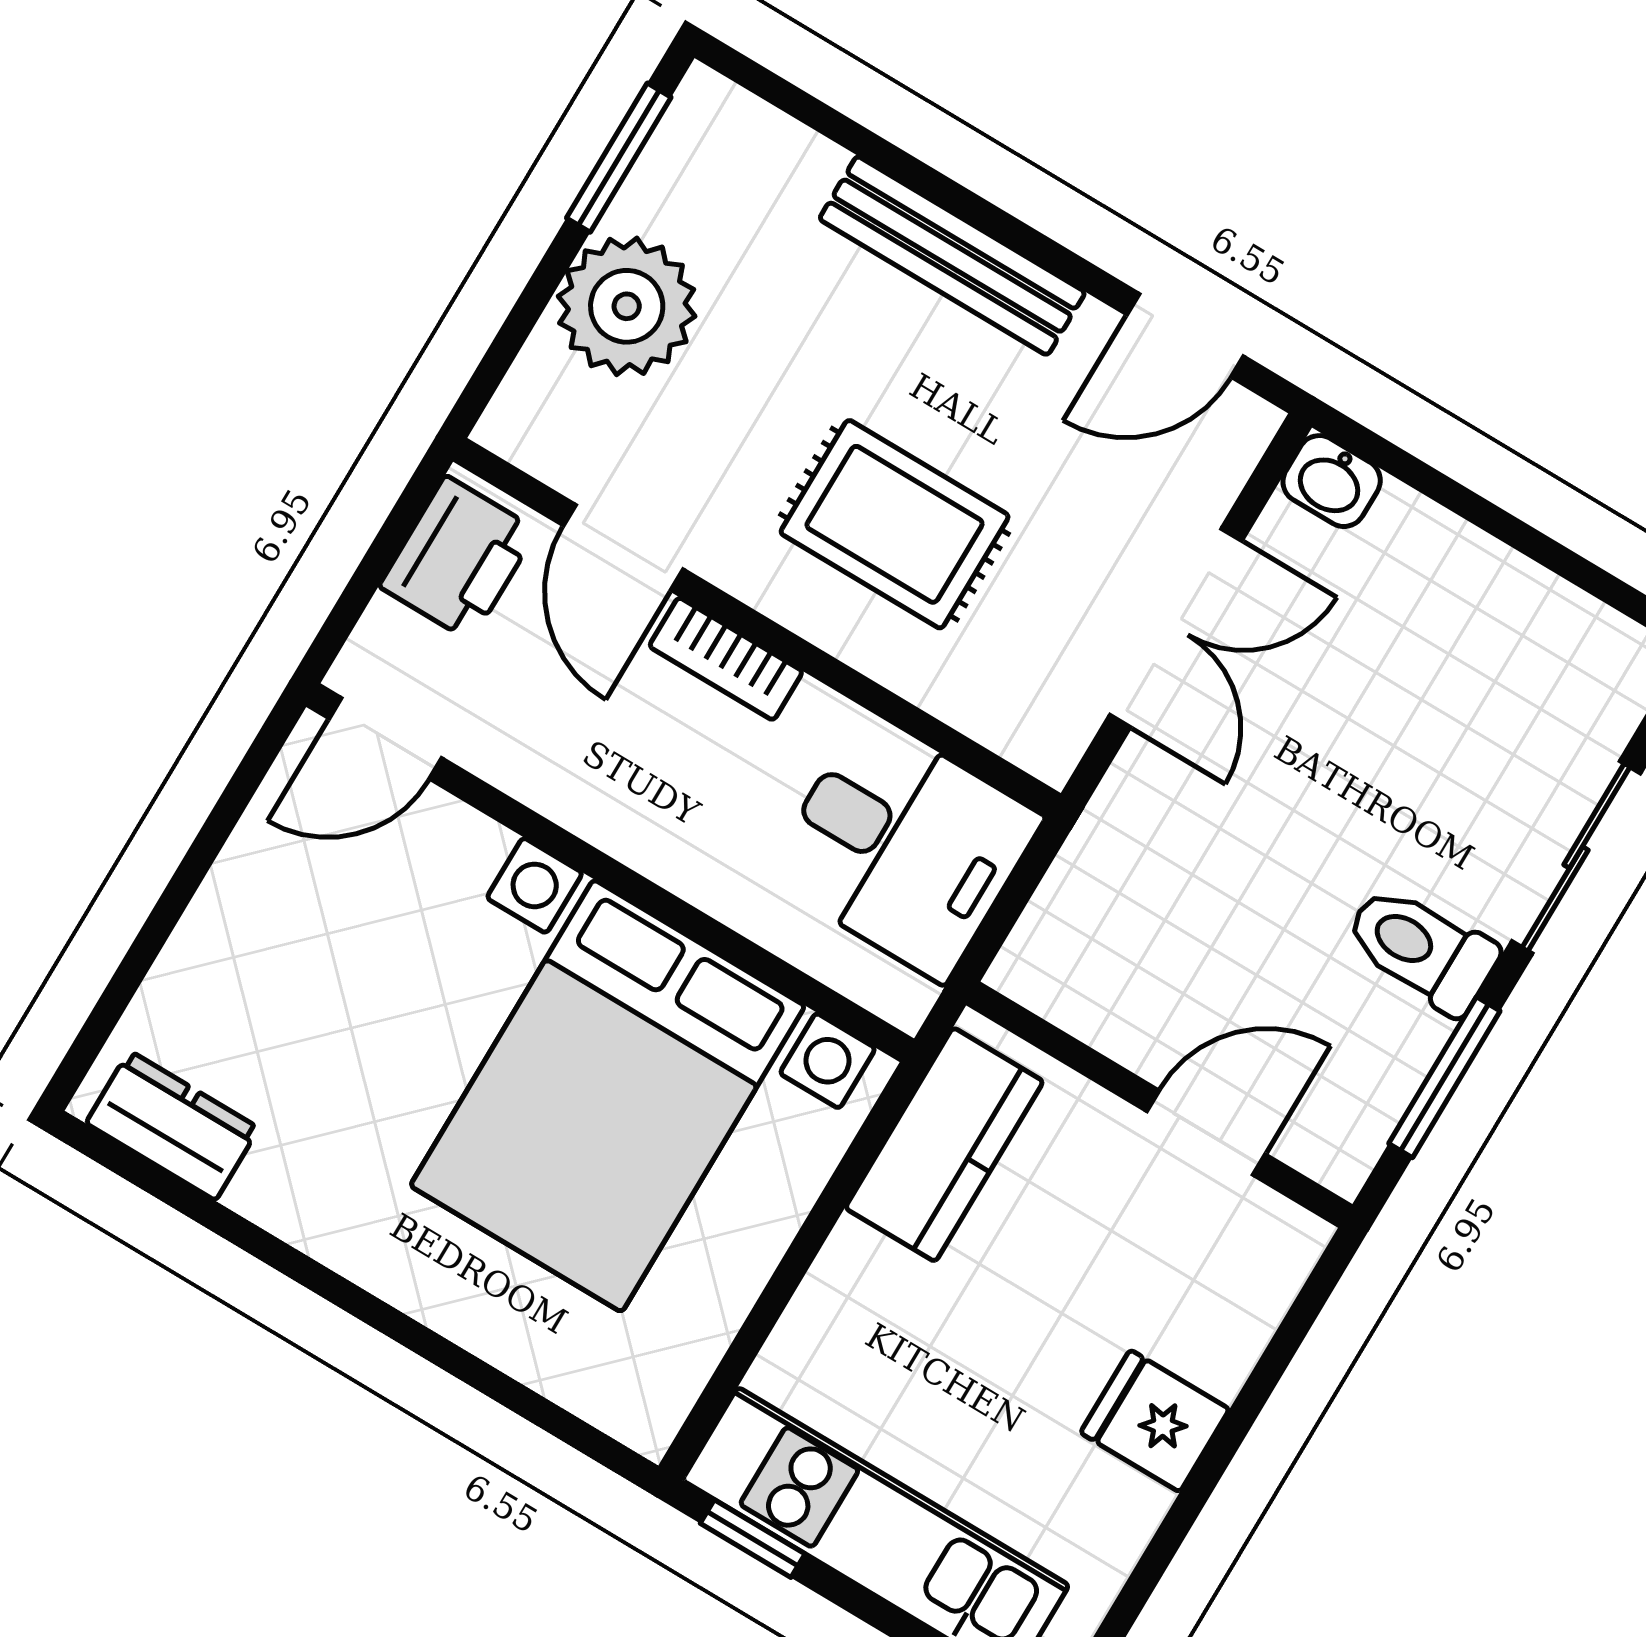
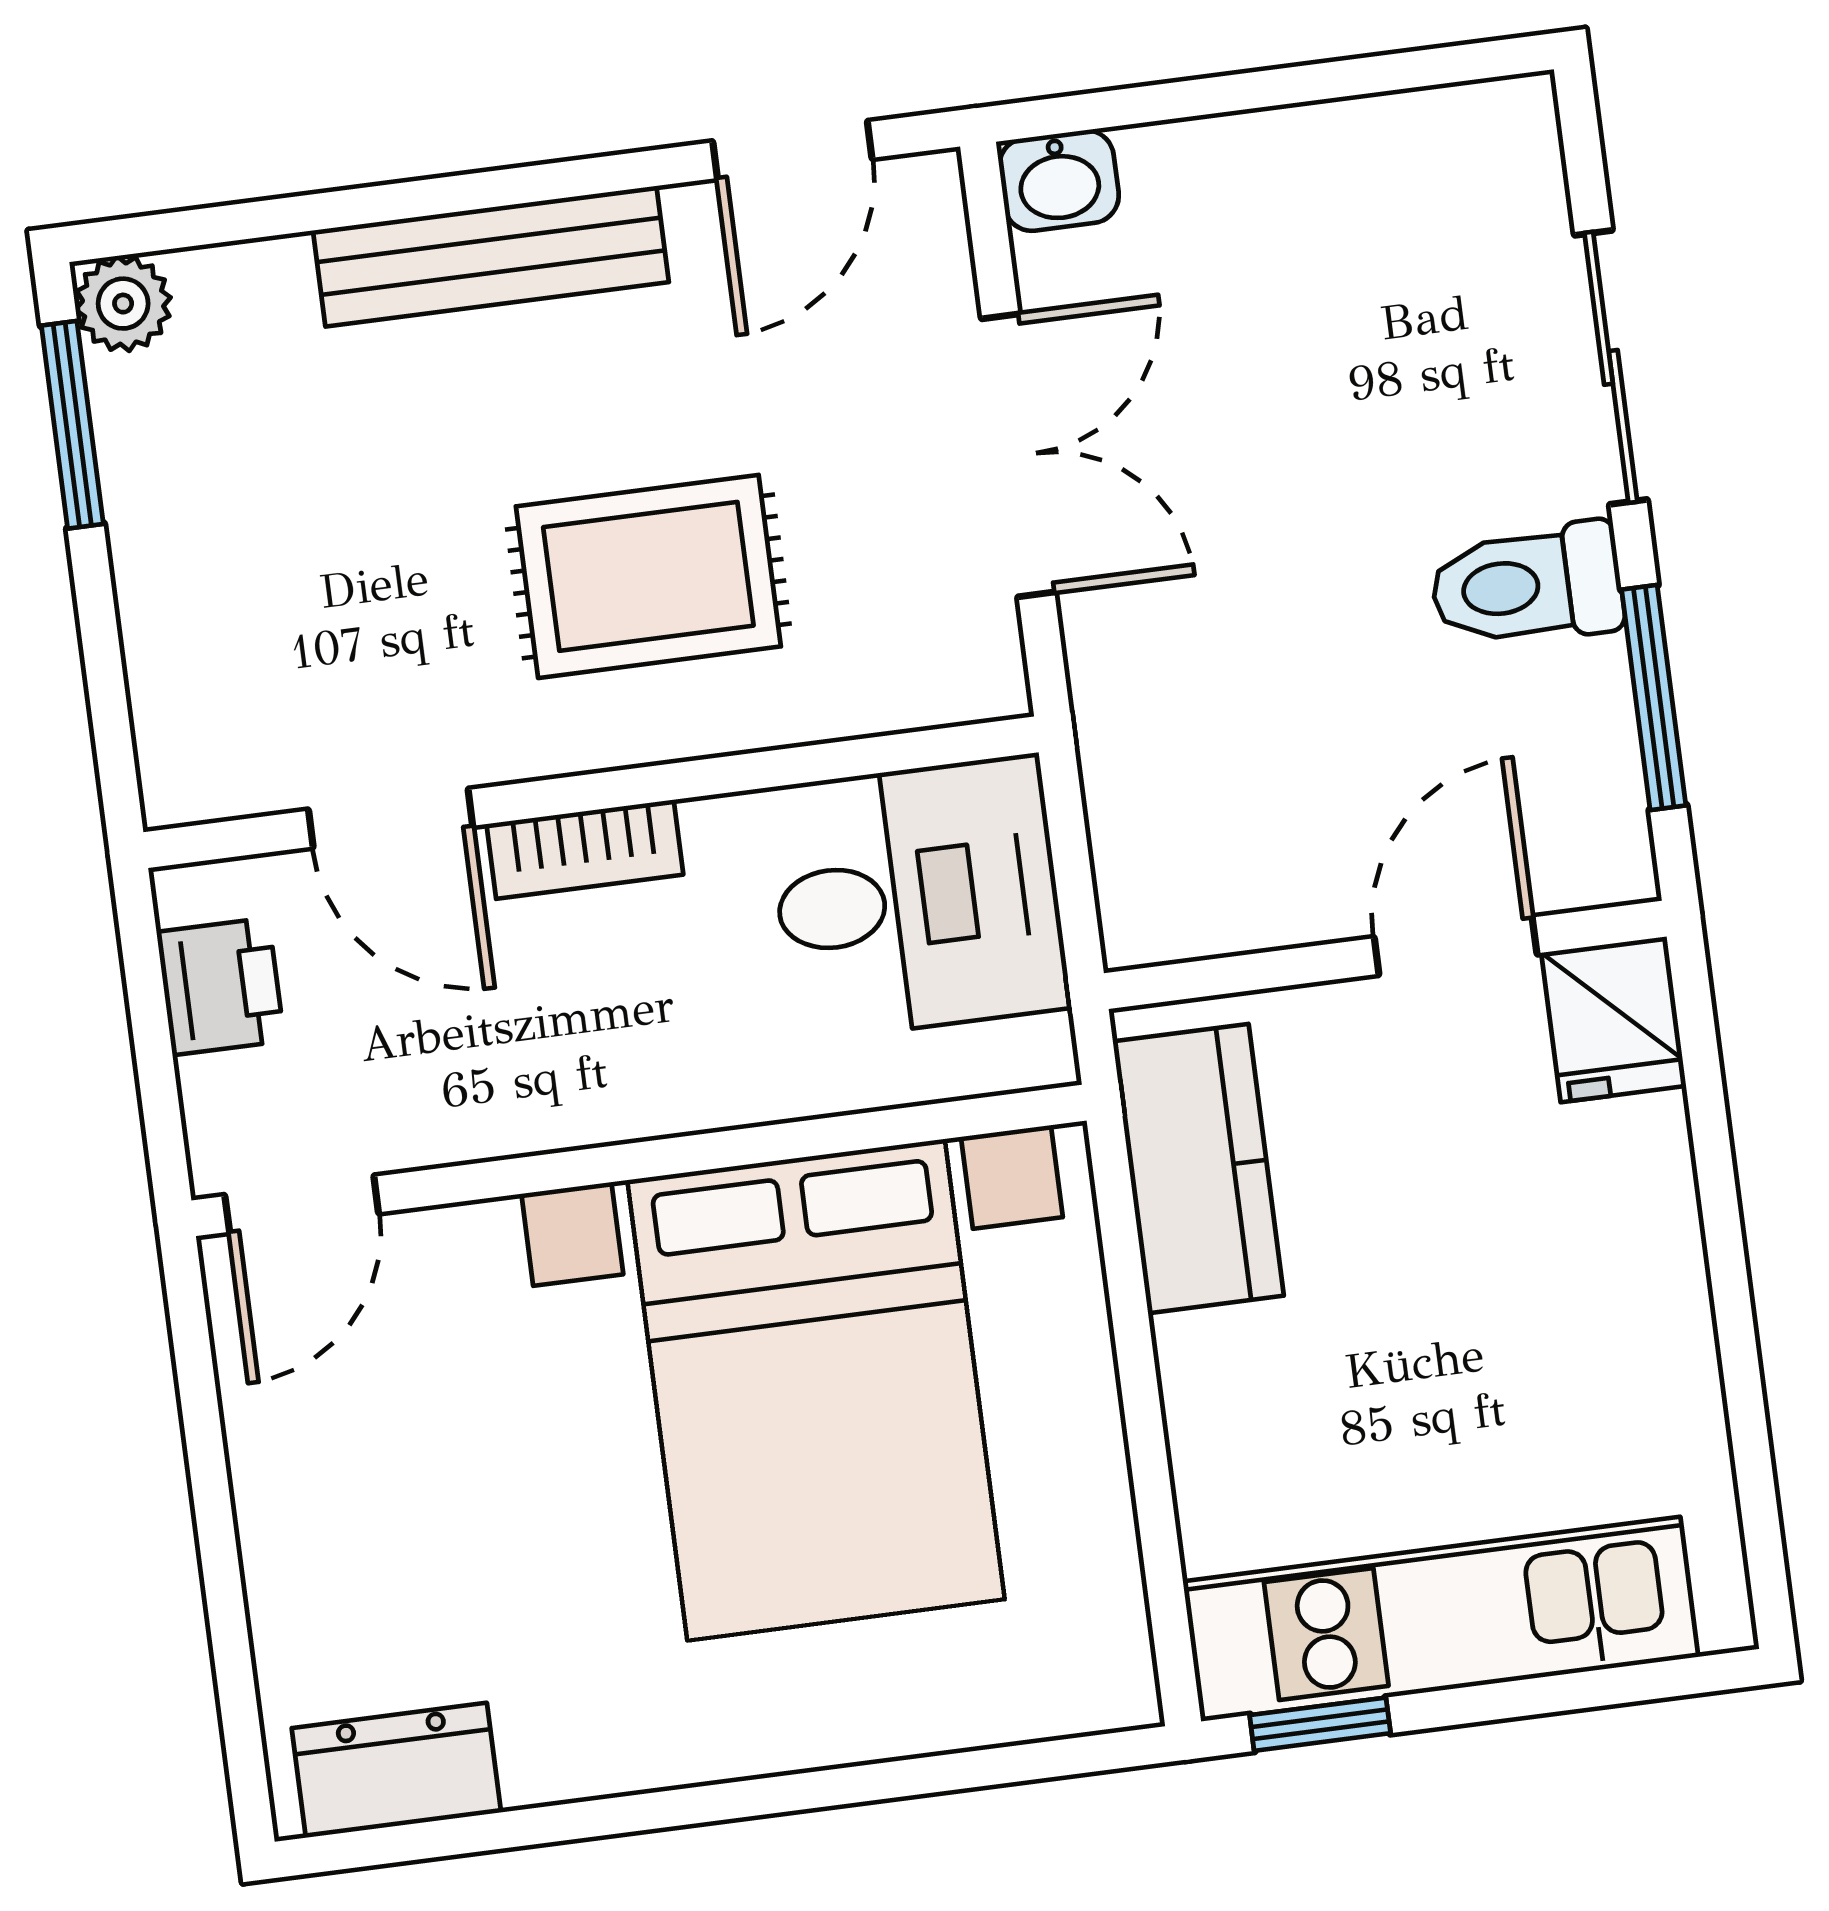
plant: (627, 306) -> (123, 304), moved, width x0.53, depth x0.53
printer: (458, 558) -> (220, 986), width x0.73, depth x0.81
fridge: (1155, 1421) -> (1614, 1019), moved, turned -90

